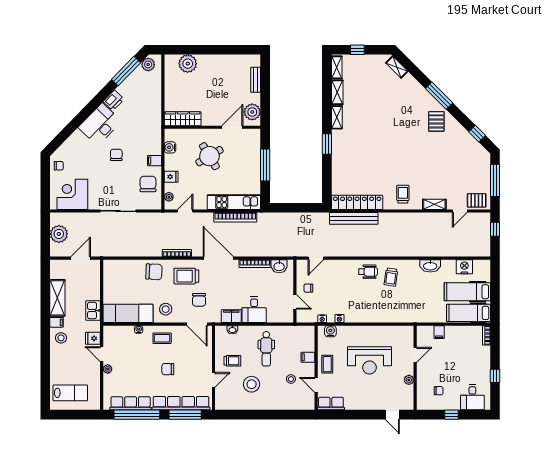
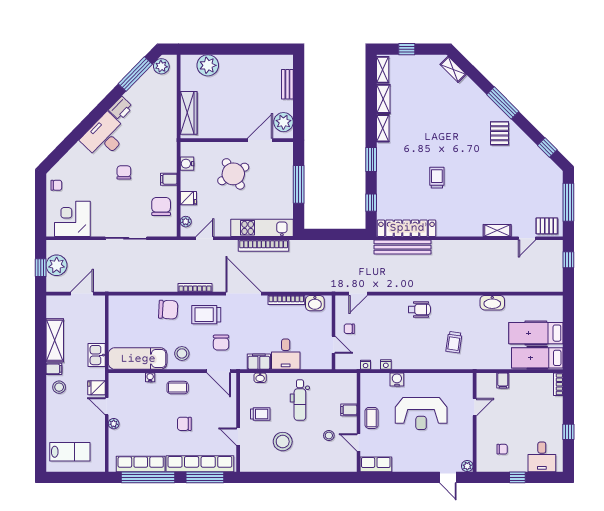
wardrobe: (183, 119) -> (189, 113), moved, turned 90
window: (327, 181) -> (371, 203), added
trolley: (403, 194) -> (437, 178), moved
window: (45, 236) -> (41, 268), added
nightstand: (464, 267) -> (532, 304), removed
trolley: (391, 277) -> (454, 342), moved
water cooler: (330, 331) -> (397, 379), moved
door: (214, 380) -> (238, 437), swing flipped
plant: (409, 380) -> (467, 466), moved

